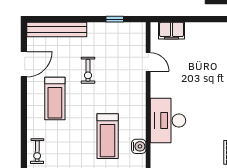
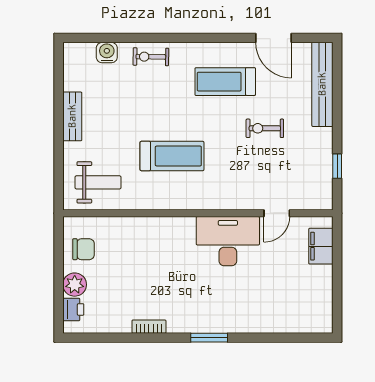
desk: (168, 121) -> (228, 241), moved
treadmill: (108, 136) -> (172, 156), turned 180
water cooler: (139, 146) -> (158, 200), removed

